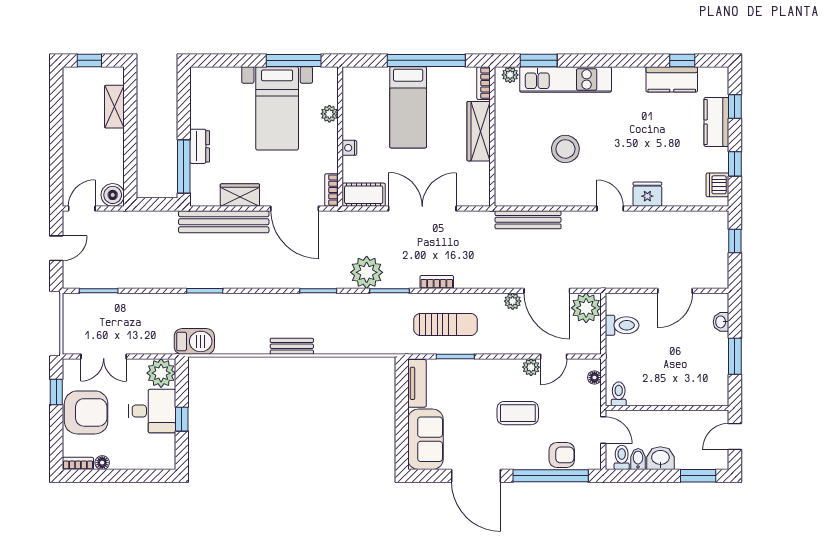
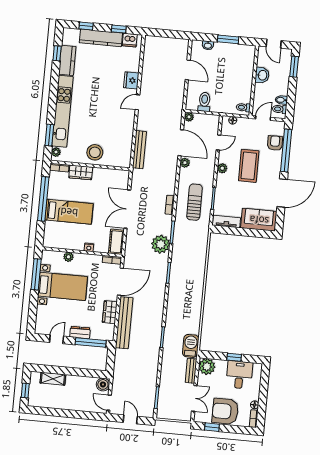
kitchen unit: (566, 79) -> (63, 111), width x1.36
door: (184, 107) -> (57, 339), added
kitchen counter: (716, 122) -> (101, 38), width x1.50
wardrobe: (479, 131) -> (81, 172), width x0.67
stool: (565, 149) -> (95, 152), moved
window: (735, 241) -> (163, 33), removed
door: (547, 291) -> (181, 143), hinge flipped
plant: (586, 308) -> (189, 117), width x0.53, depth x0.53
bench: (292, 346) -> (191, 371), moved
door: (554, 357) -> (219, 142), hinge flipped
plant: (531, 367) -> (222, 168), moved
desk: (152, 411) -> (239, 375), moved
armchair: (86, 412) -> (225, 411), turned -90
coffee table: (518, 413) -> (249, 166), width x1.36, depth x1.32
washbasin: (660, 458) -> (262, 75), moved, turned 180

